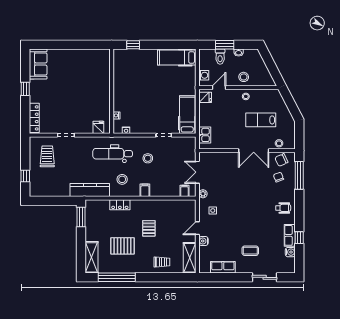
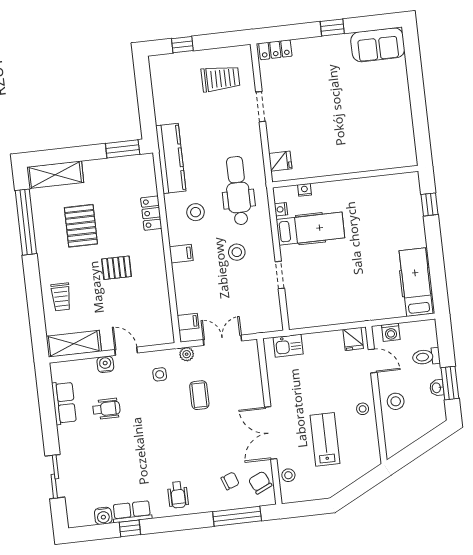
window: (225, 45) -> (450, 383), moved
hospital bed: (187, 115) -> (310, 229), moved
locker: (34, 118) -> (275, 50), width x0.66
wheelchair: (229, 243) -> (106, 409), added
coffee table: (250, 251) -> (199, 395), moved

